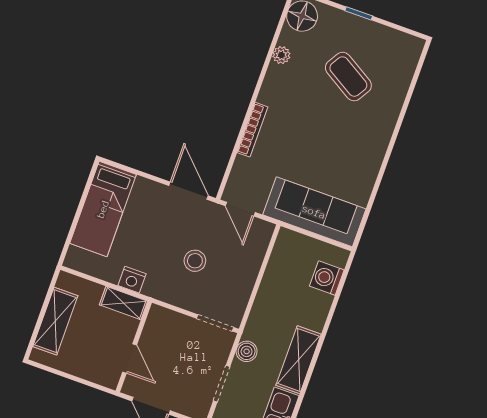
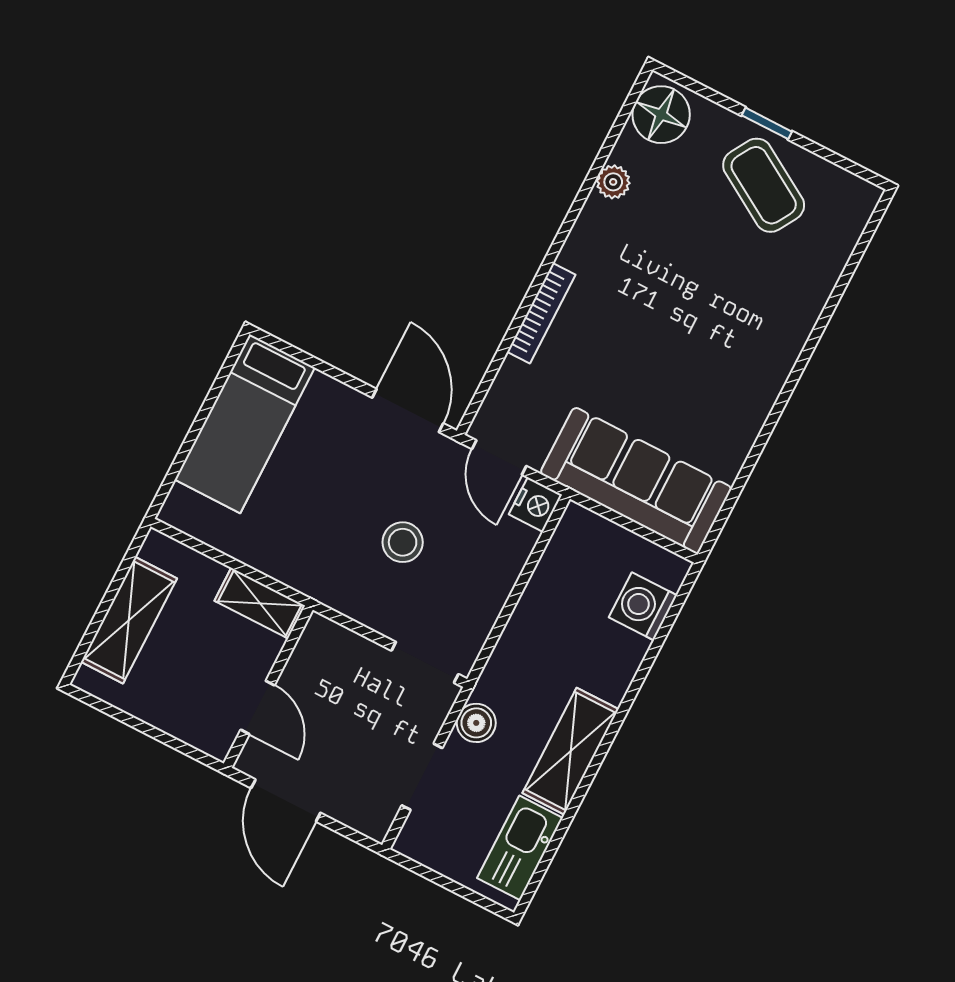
coffee table: (348, 77) -> (764, 185), moved
nightstand: (132, 280) -> (535, 505), moved, turned -90

